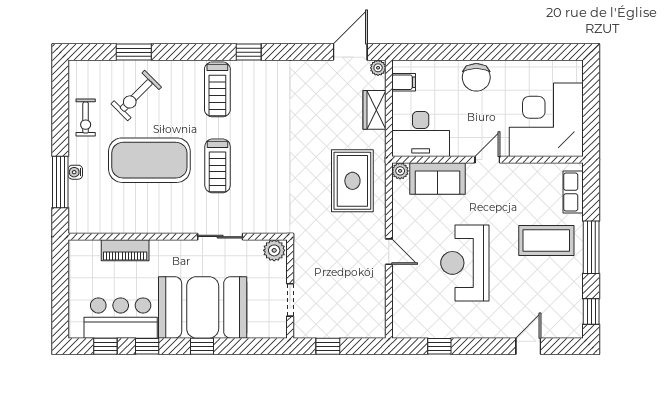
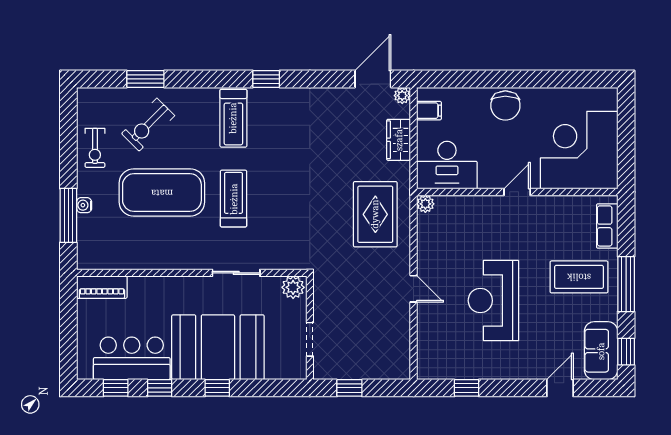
treadmill: (218, 166) -> (234, 199), turned 180
sofa: (438, 179) -> (601, 351), moved, turned 90
piano: (125, 250) -> (102, 287), moved

